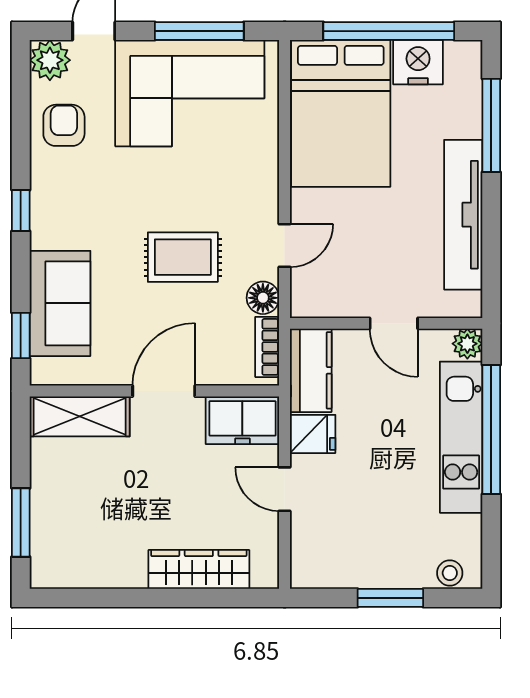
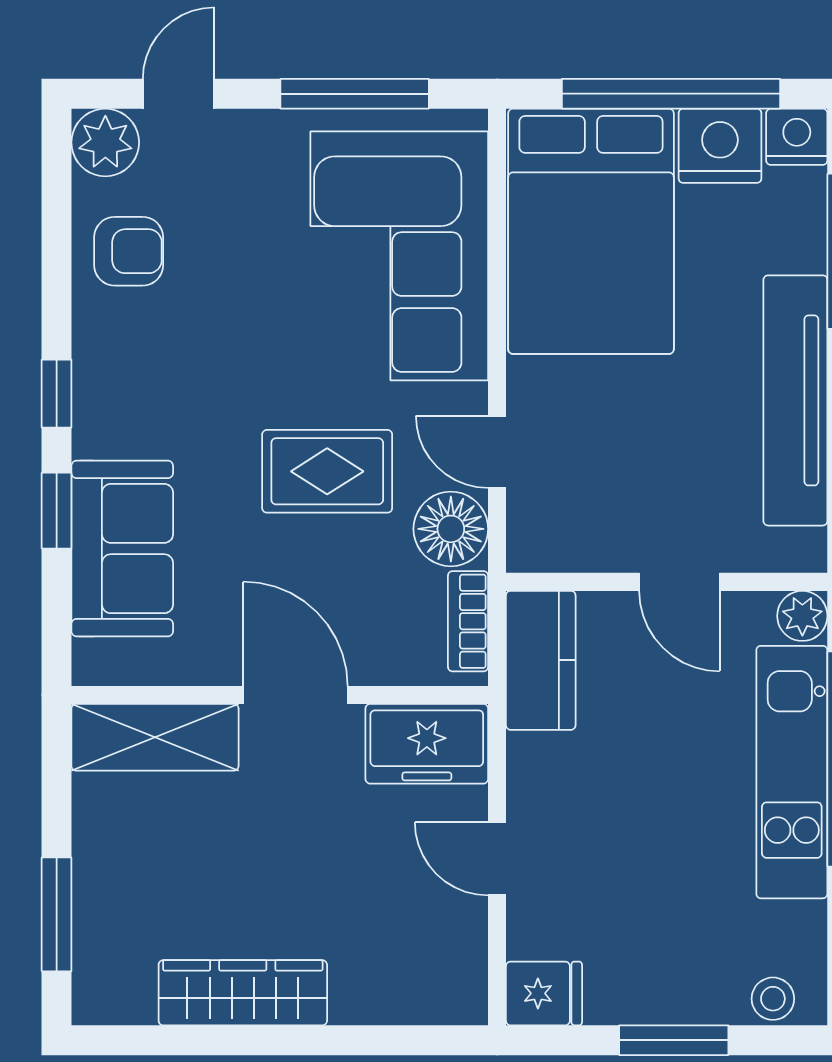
nightstand: (464, 57) -> (797, 137), added
corner sofa: (190, 93) -> (399, 256), moved, turned 90
armchair: (64, 125) -> (129, 251), turned 90
door: (285, 245) -> (497, 452), swing flipped
floor lamp: (263, 298) -> (451, 529), width x1.38, depth x1.38
window: (21, 335) -> (57, 511), moved
door: (164, 391) -> (295, 695), hinge flipped
fridge: (313, 434) -> (544, 993), moved
wardrobe: (199, 569) -> (243, 993), moved

